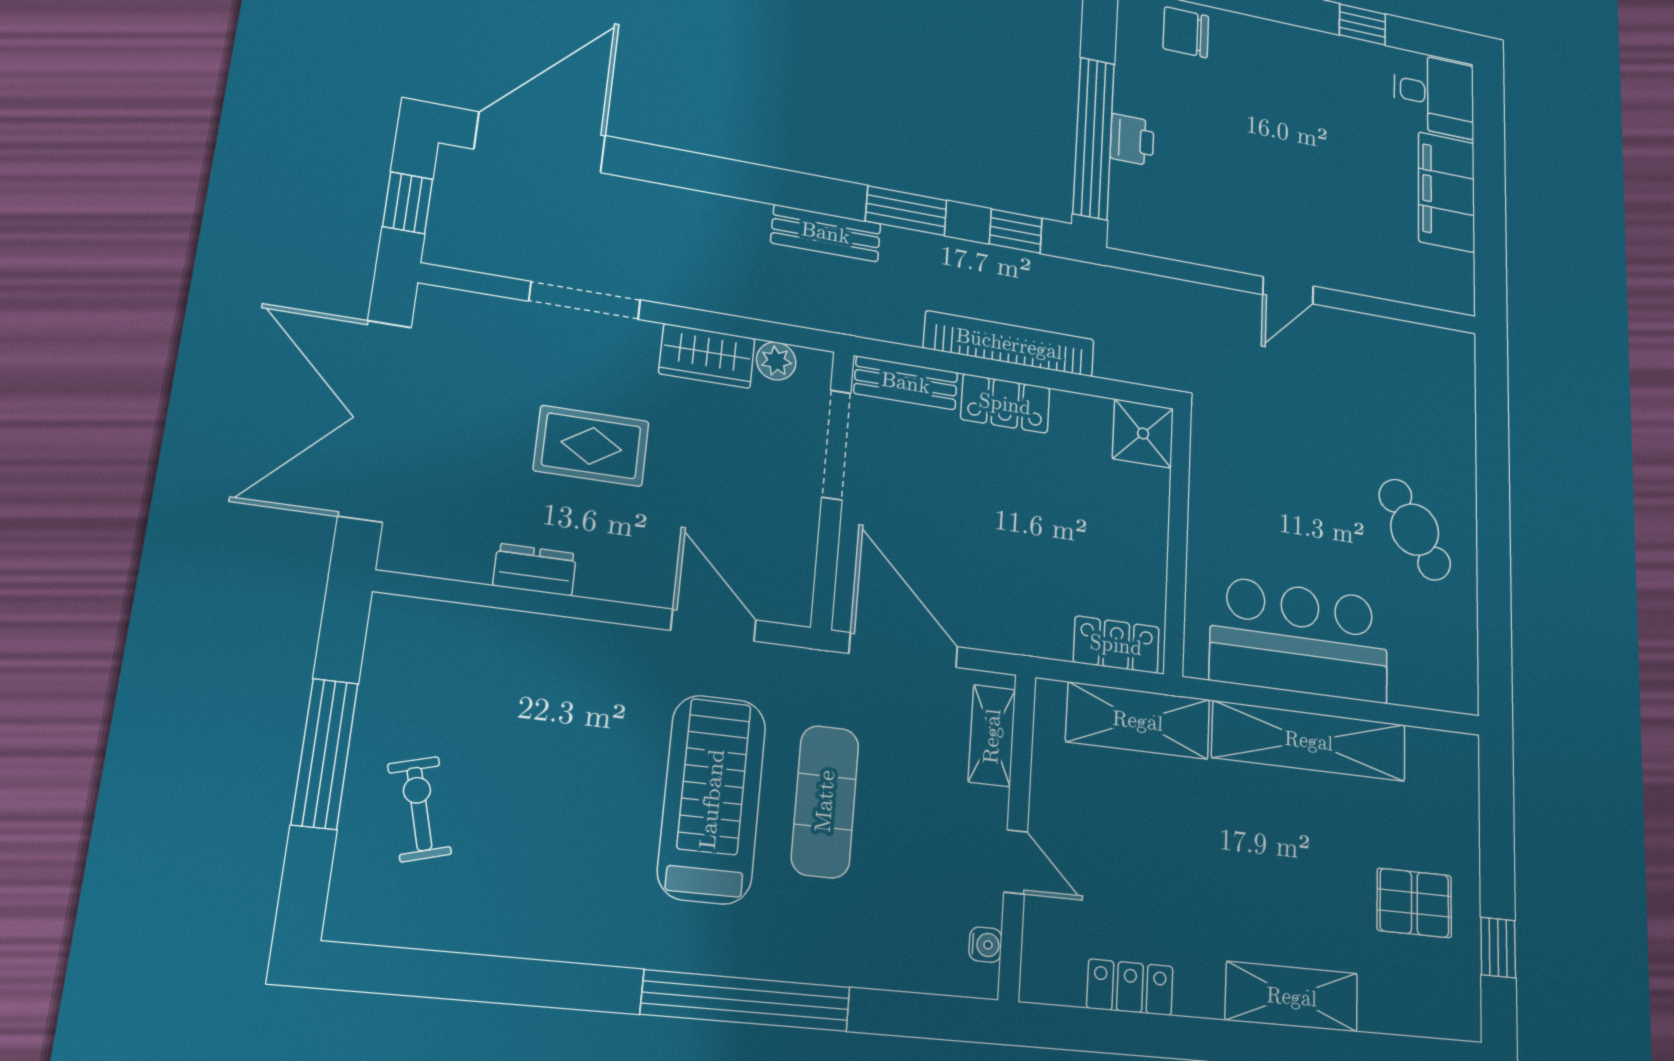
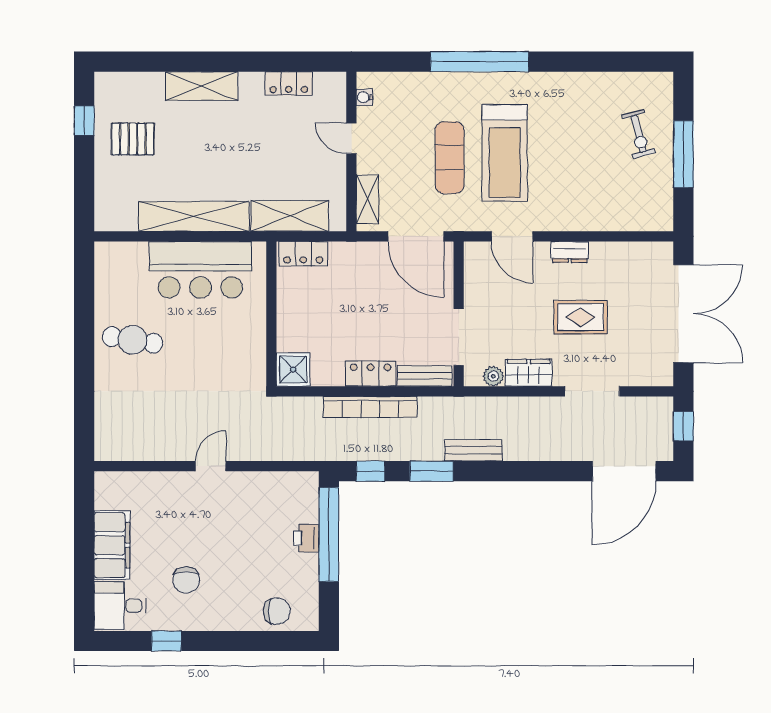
chair: (1331, 113) -> (186, 580), added
cafe table: (1415, 530) -> (133, 340), turned -47
dresser: (535, 570) -> (570, 252), moved

